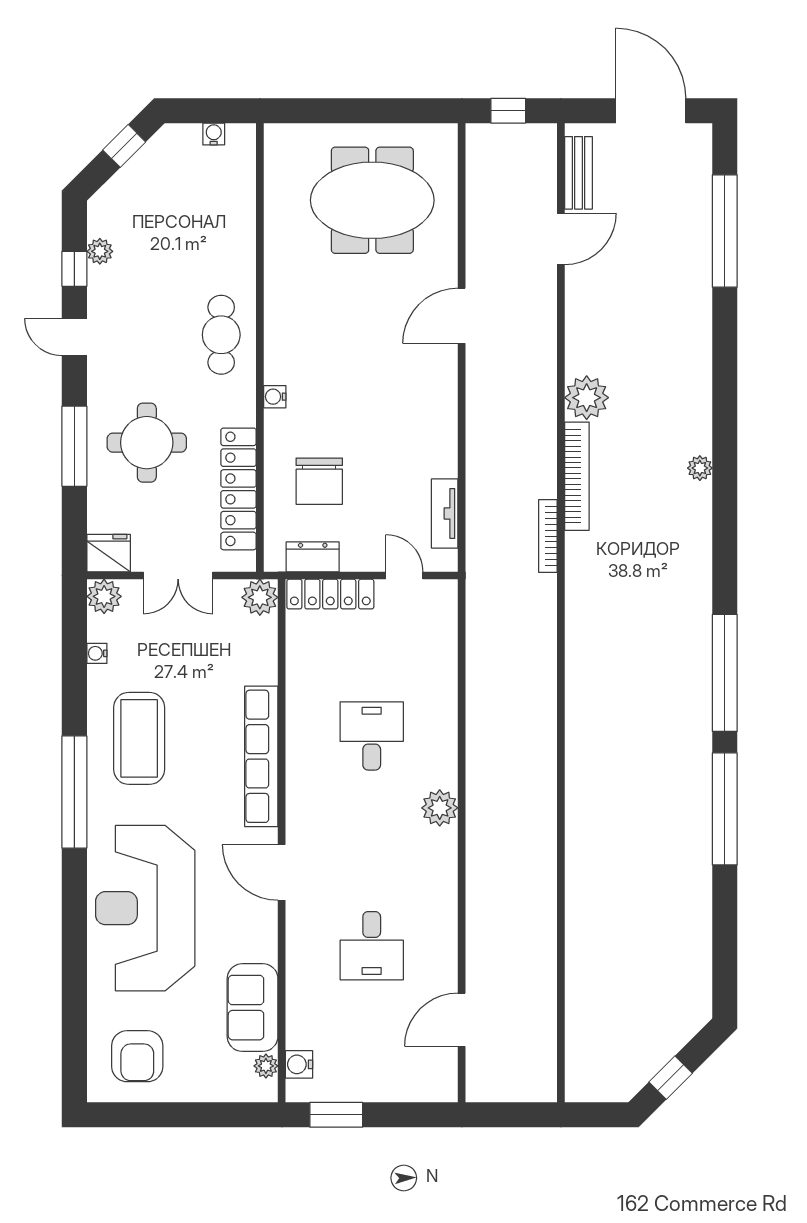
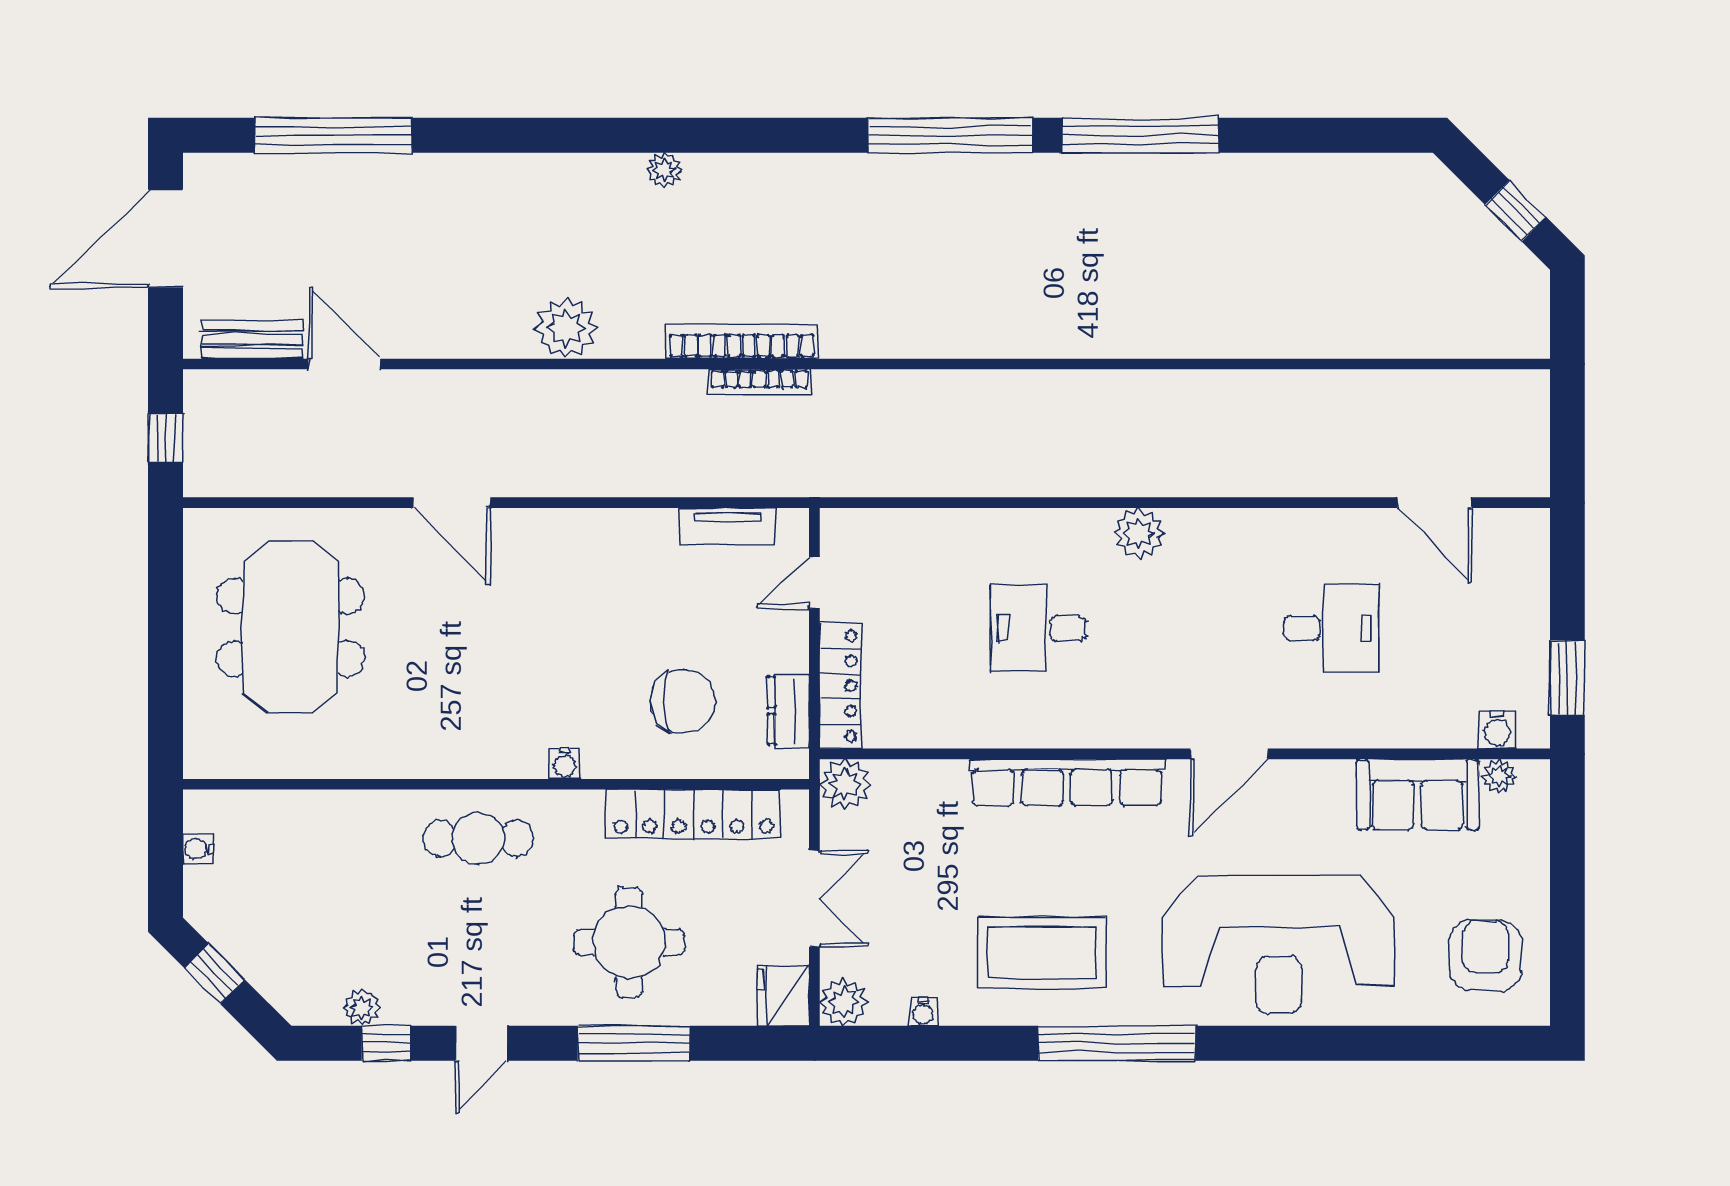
bookcase: (577, 476) -> (742, 342), moved
armchair: (137, 1056) -> (1486, 955), turned -90

